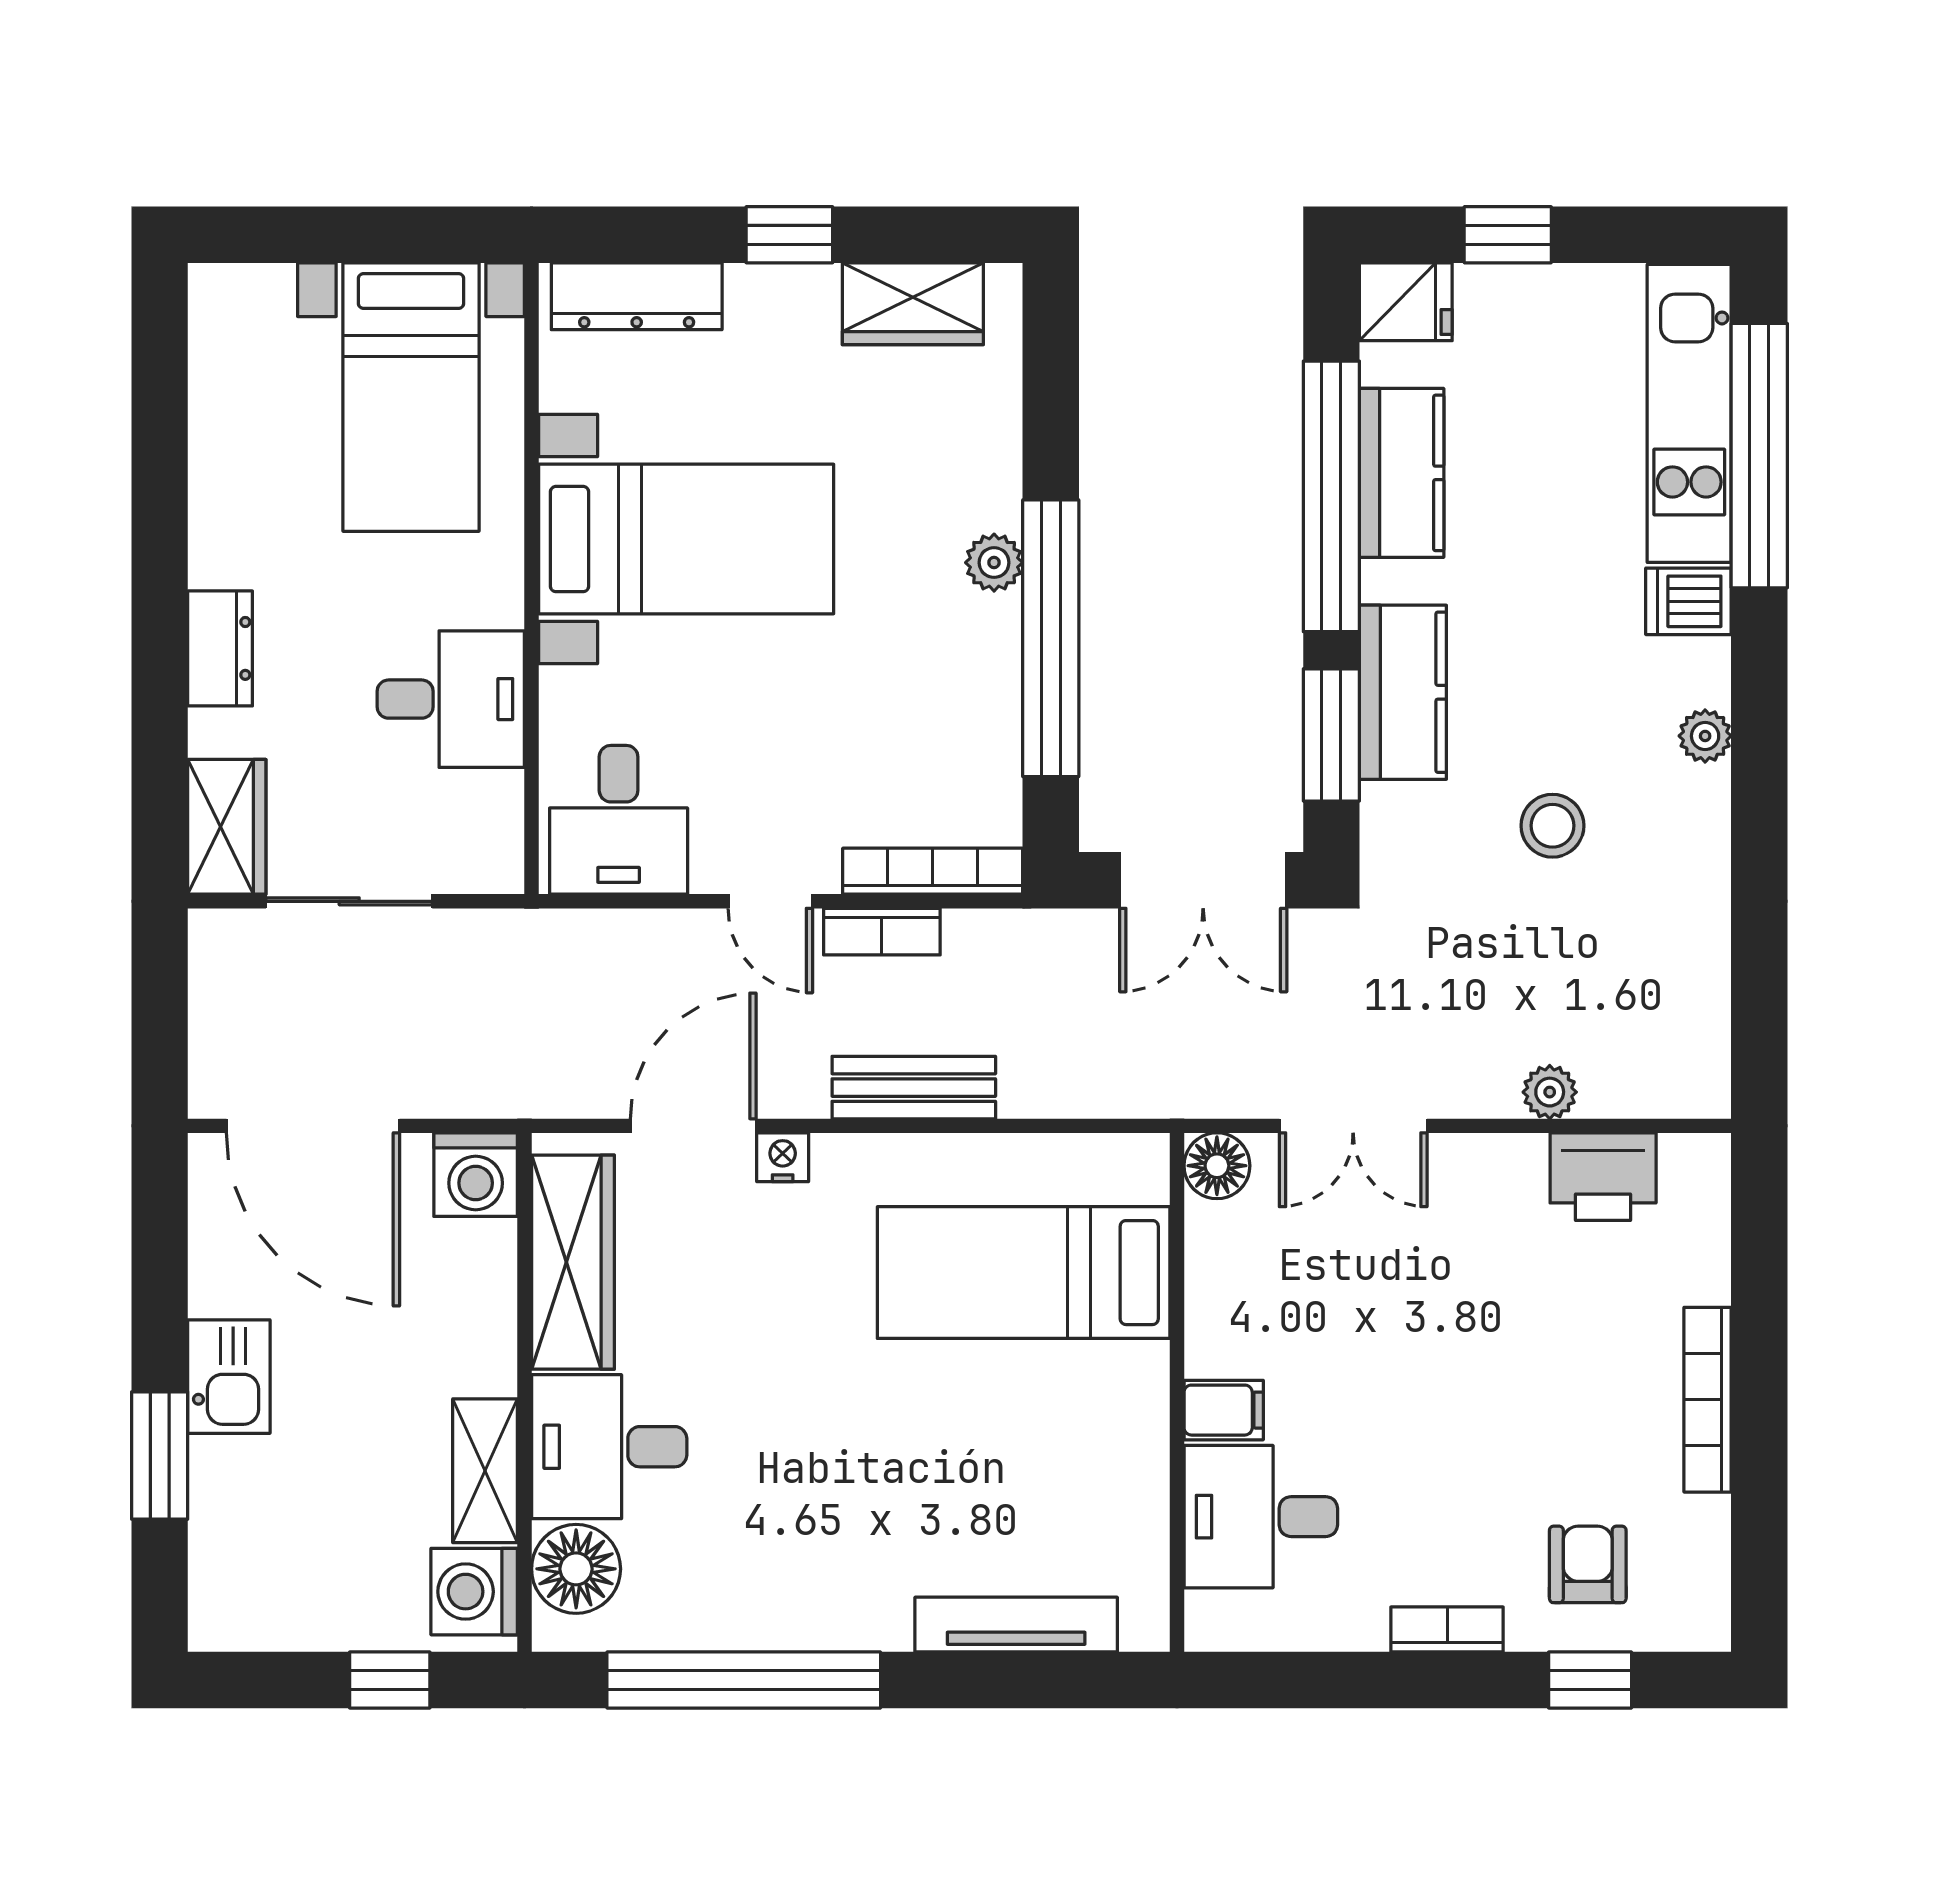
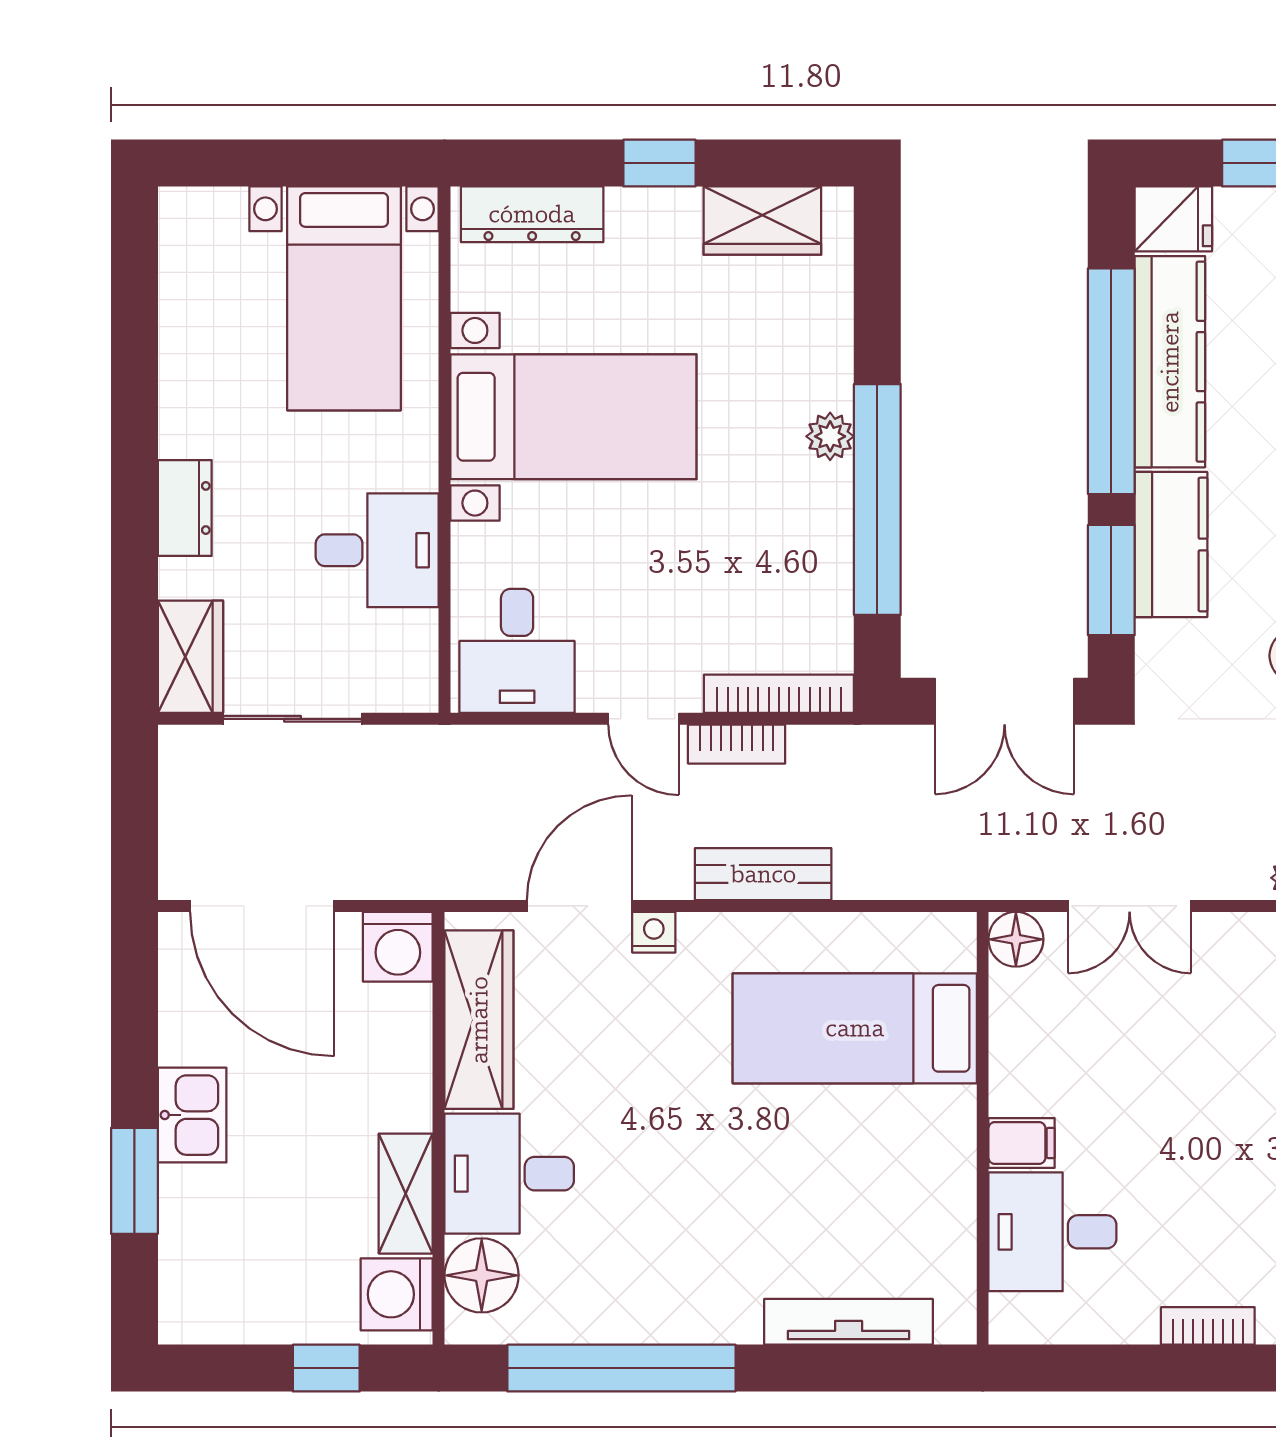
kitchen counter: (1402, 473) -> (1170, 362), width x1.50

